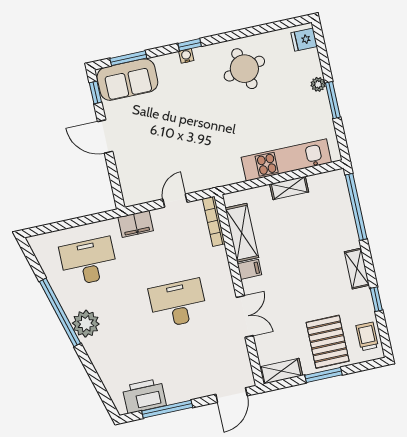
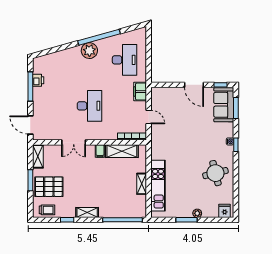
door: (105, 136) -> (194, 85), swing flipped
printer: (144, 396) -> (38, 80), width x0.53, depth x0.68

